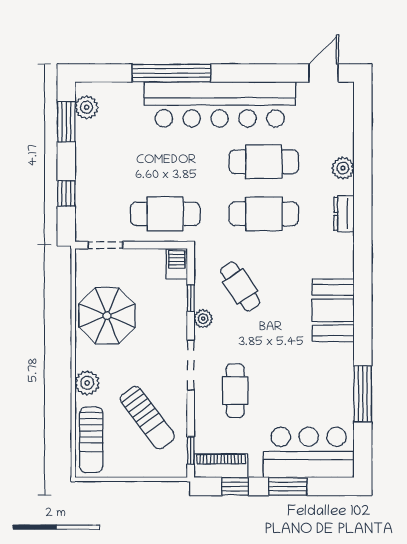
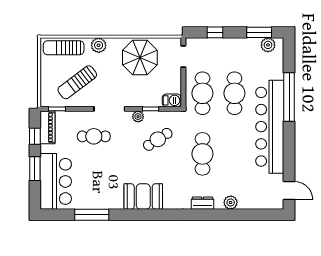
cafe table: (264, 162) -> (234, 93), moved

